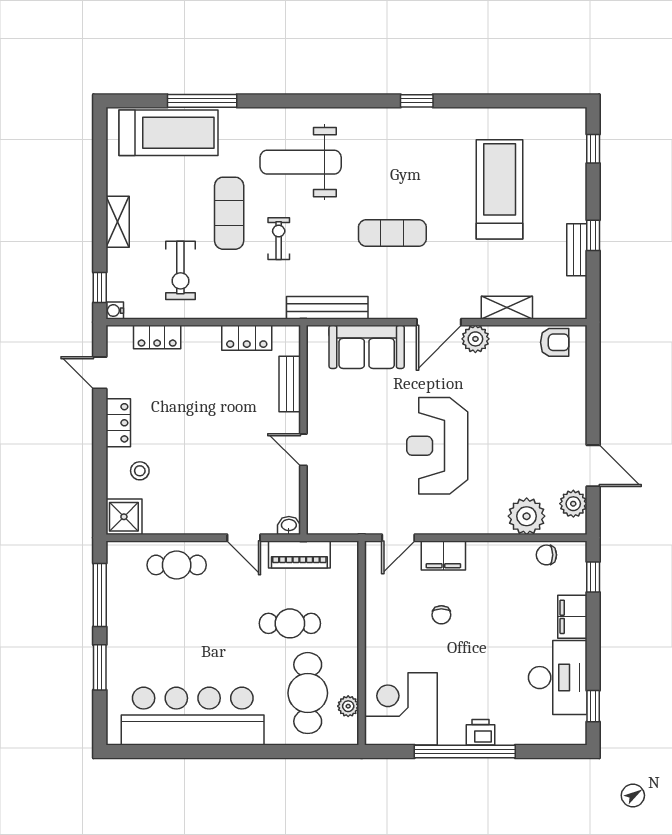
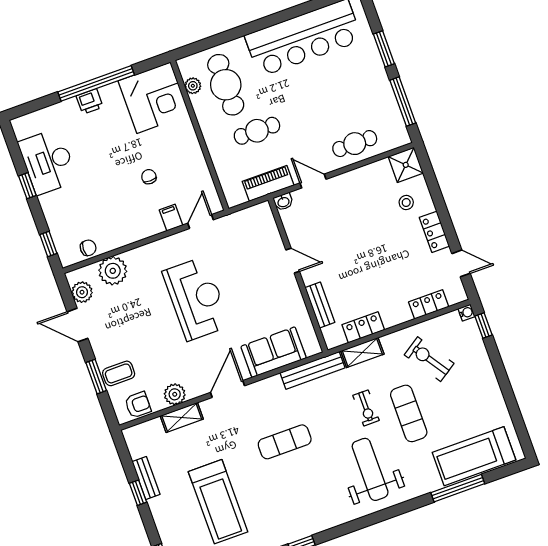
weight bench: (301, 162) -> (370, 469), turned -90
shelving: (118, 222) -> (362, 353), moved, turned 90
exercise bike: (180, 270) -> (429, 359), turned -34
plant: (475, 339) -> (175, 394), moved
armchair: (555, 342) -> (138, 405), turned 180
coffee table: (564, 389) -> (119, 373), added
window: (593, 395) -> (96, 377), added
filing cabinet: (443, 555) -> (171, 218), width x0.50
filing cabinet: (572, 617) -> (53, 210), removed
window: (593, 706) -> (27, 186), moved

